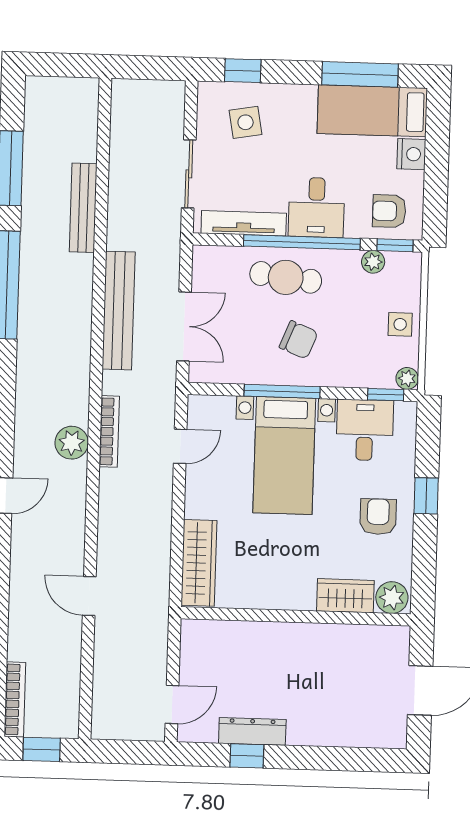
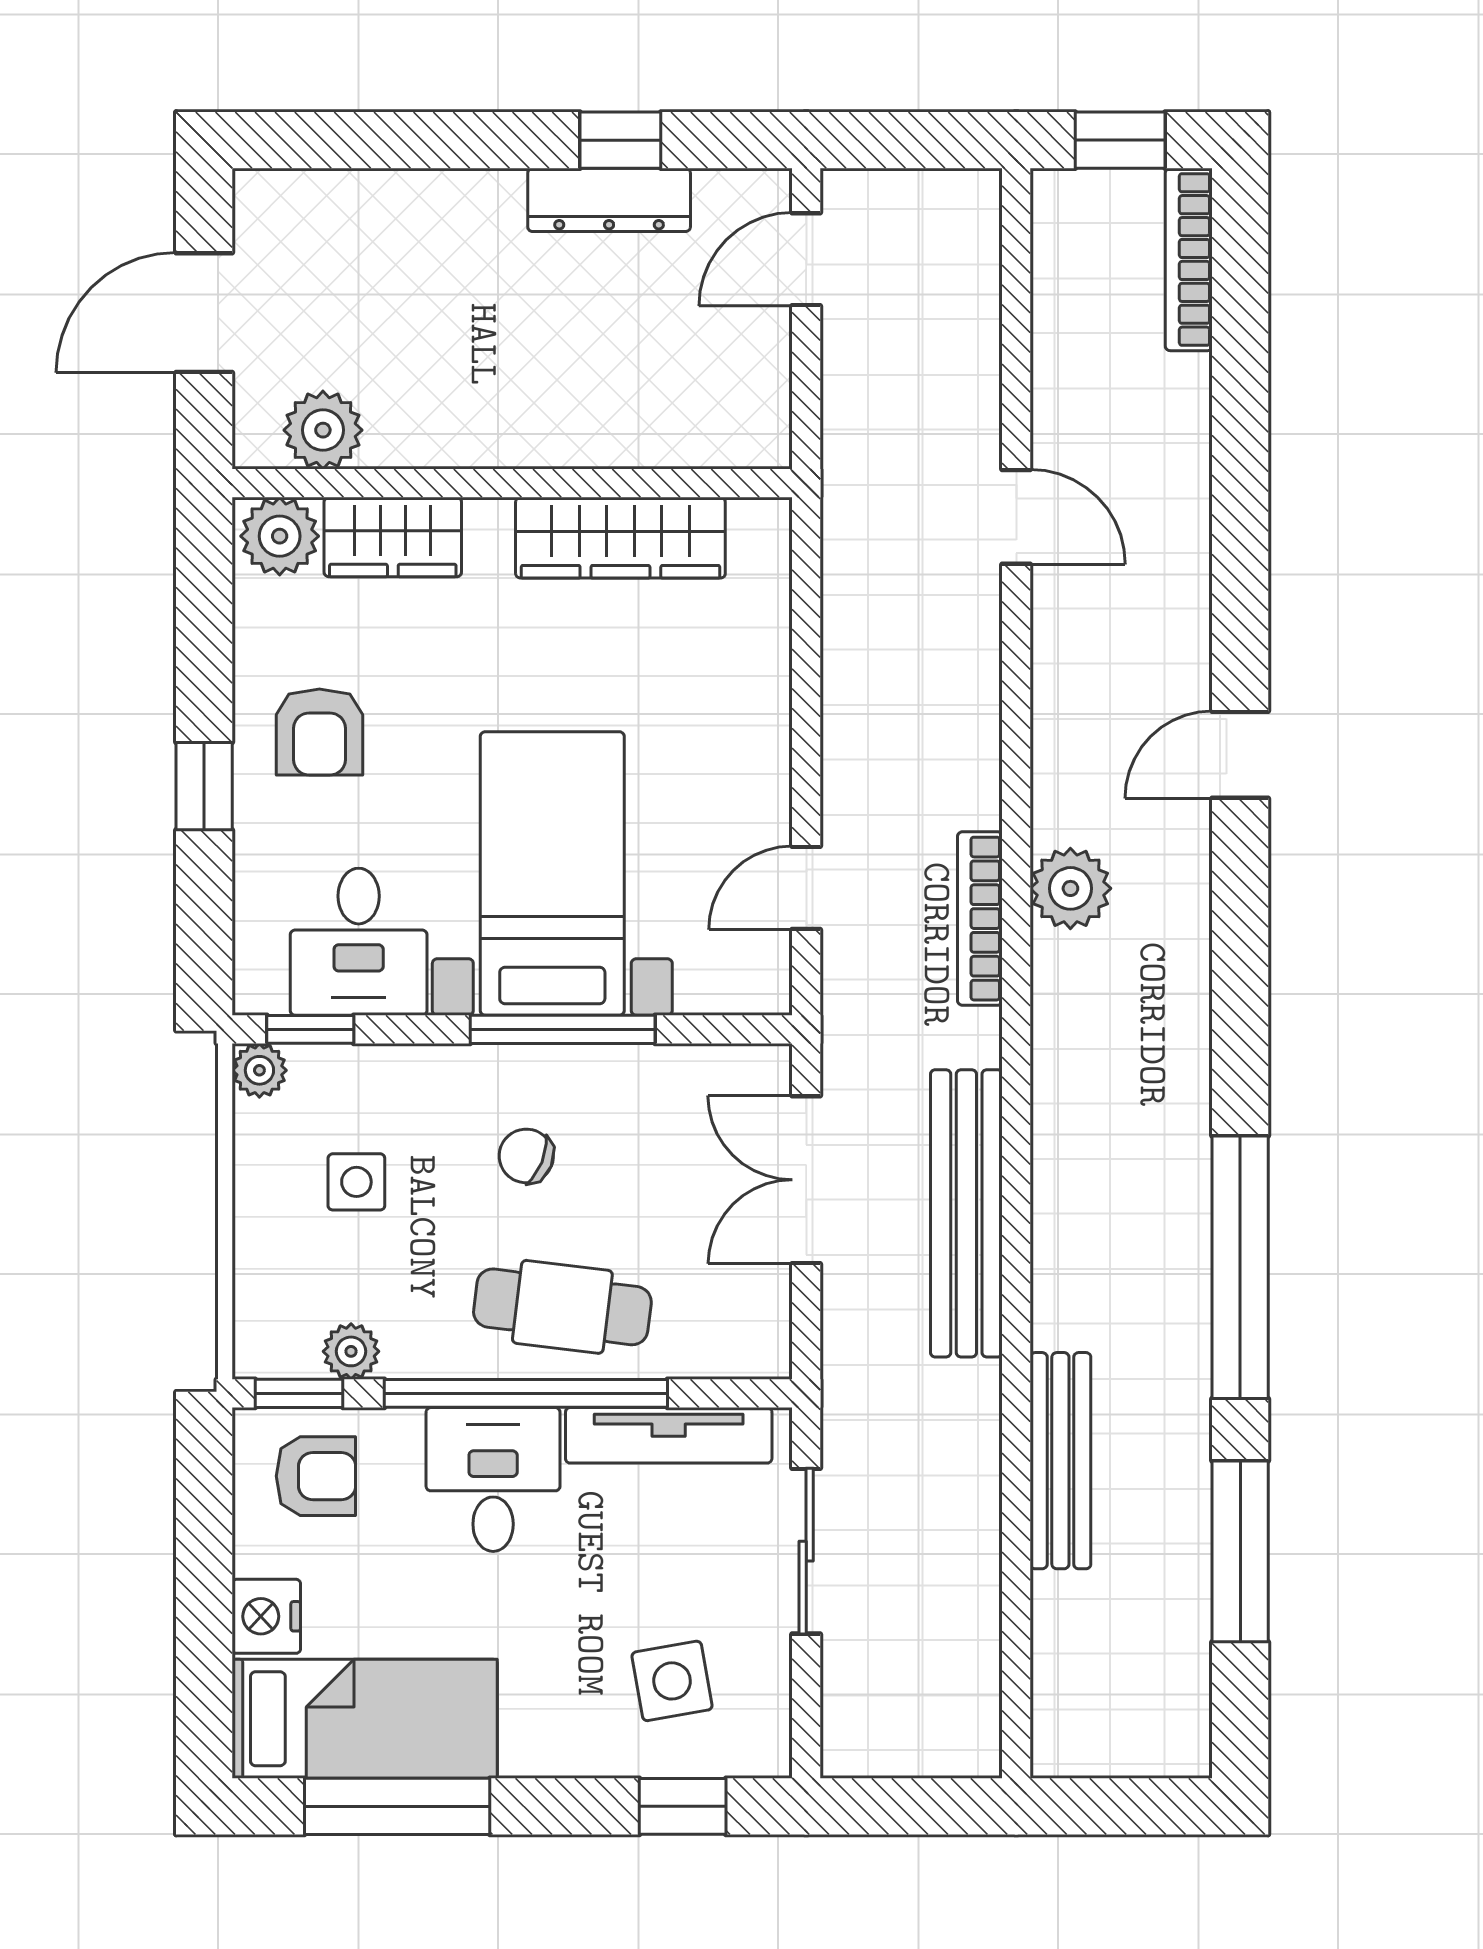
side table: (400, 324) -> (356, 1182), moved
chair: (299, 340) -> (526, 1156), width x0.73, depth x0.73
wardrobe: (199, 563) -> (620, 538), moved, turned -90
plant: (373, 641) -> (323, 430), added

